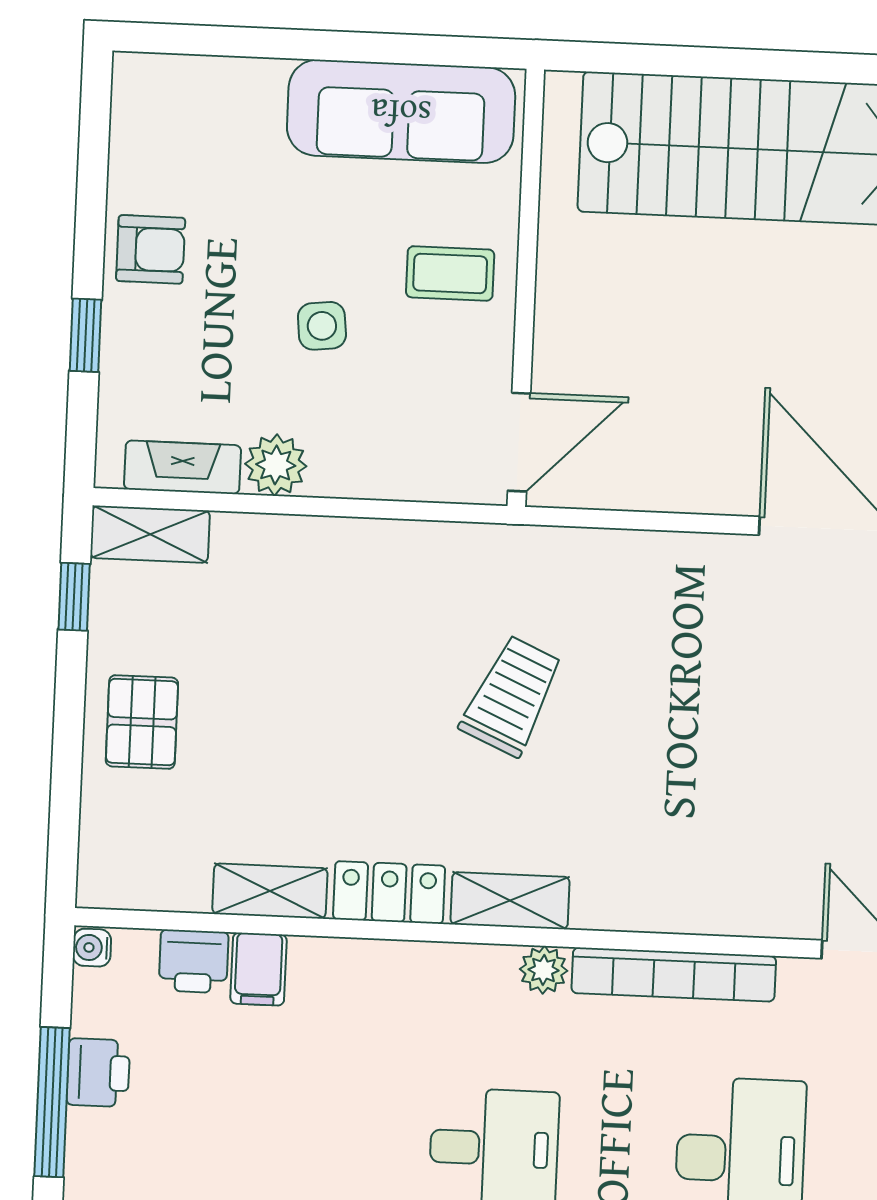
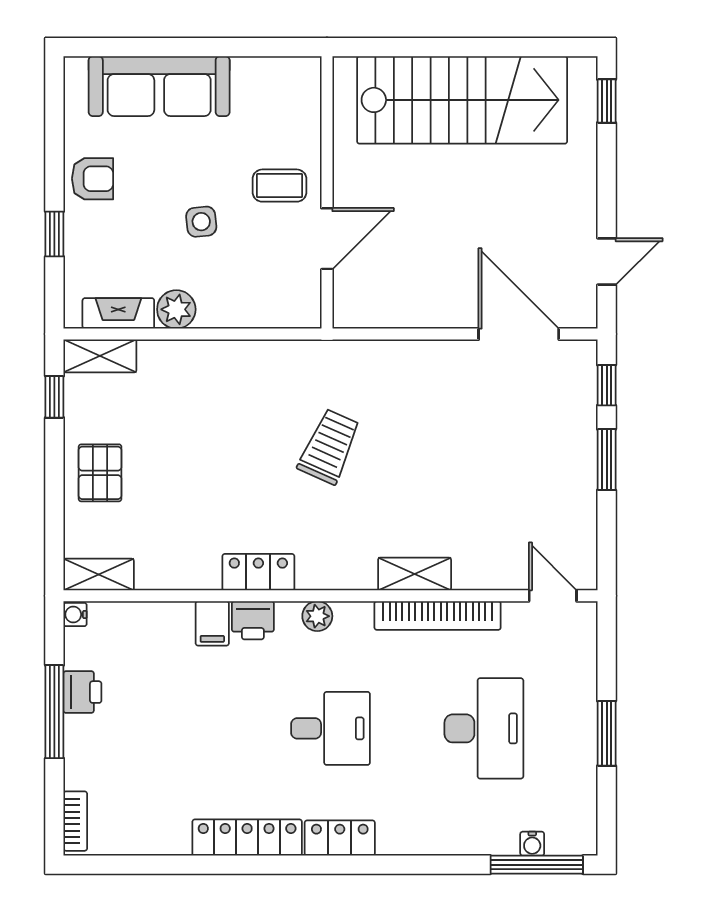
sofa: (401, 111) -> (159, 86), moved
door: (519, 442) -> (327, 239), moved
shelving: (270, 891) -> (99, 575), moved
shelving: (510, 901) -> (415, 574), moved
printer: (194, 961) -> (253, 620), moved
filing cabinet: (258, 969) -> (212, 623), moved
plant: (544, 970) -> (317, 616), moved

